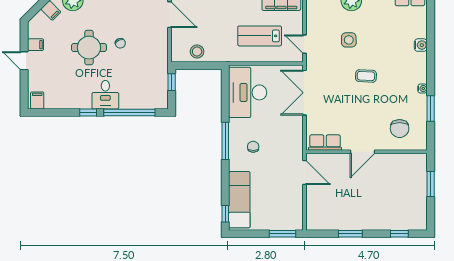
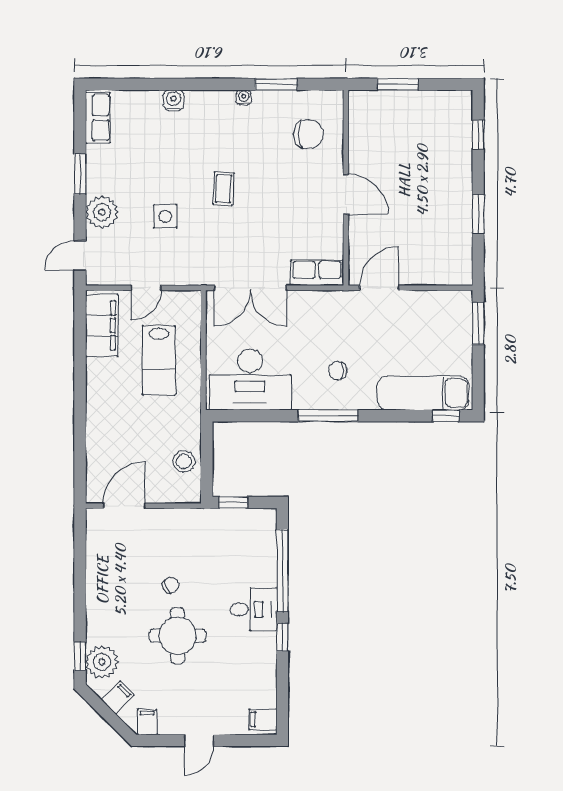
door: (305, 44) -> (146, 288), moved
filing cabinet: (36, 45) -> (147, 722), moved
row of seats: (325, 143) -> (317, 273), moved, turned 90

